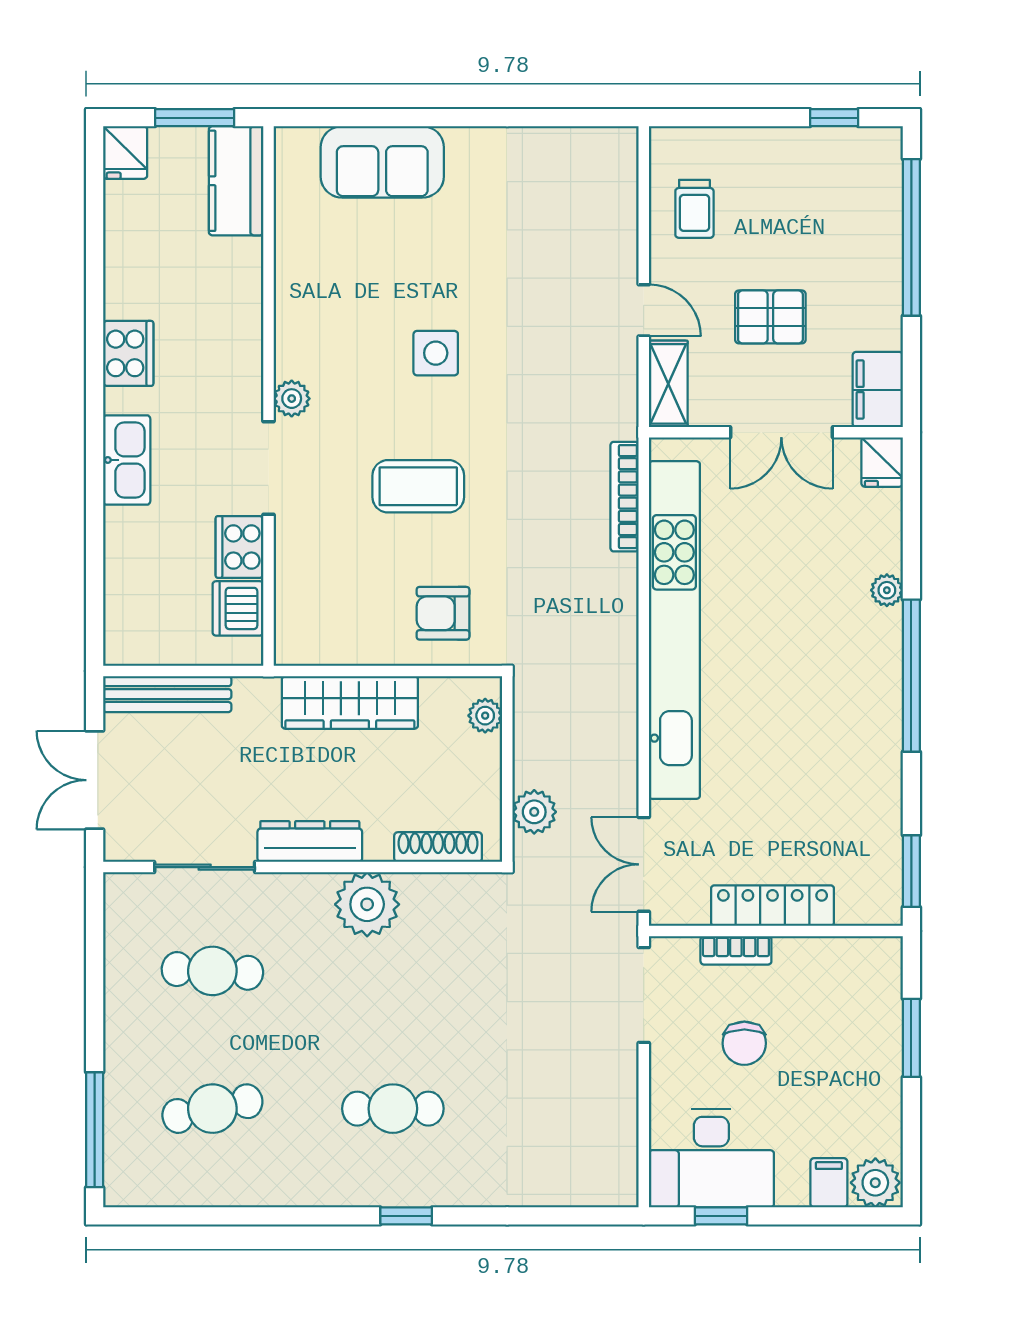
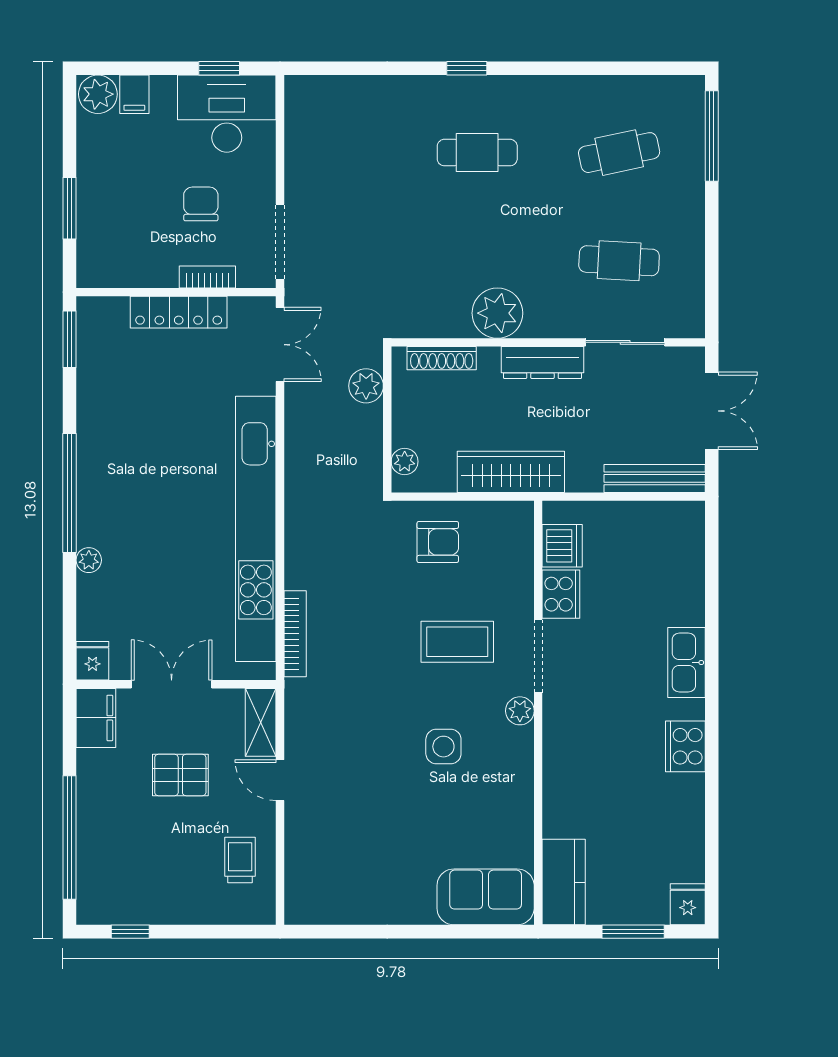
kitchen counter: (236, 181) -> (564, 882), moved
wall: (269, 396) -> (538, 713), moved
plant: (292, 399) -> (520, 711), moved
doorway: (269, 468) -> (538, 656), moved
cooker: (240, 547) -> (561, 594), moved
dishwasher: (238, 608) -> (562, 546), moved

